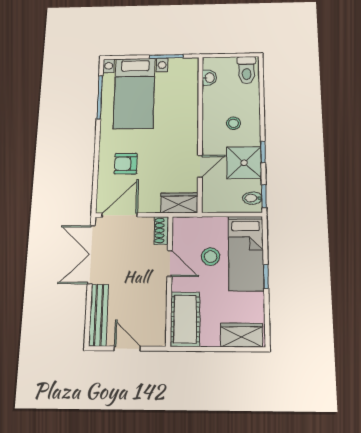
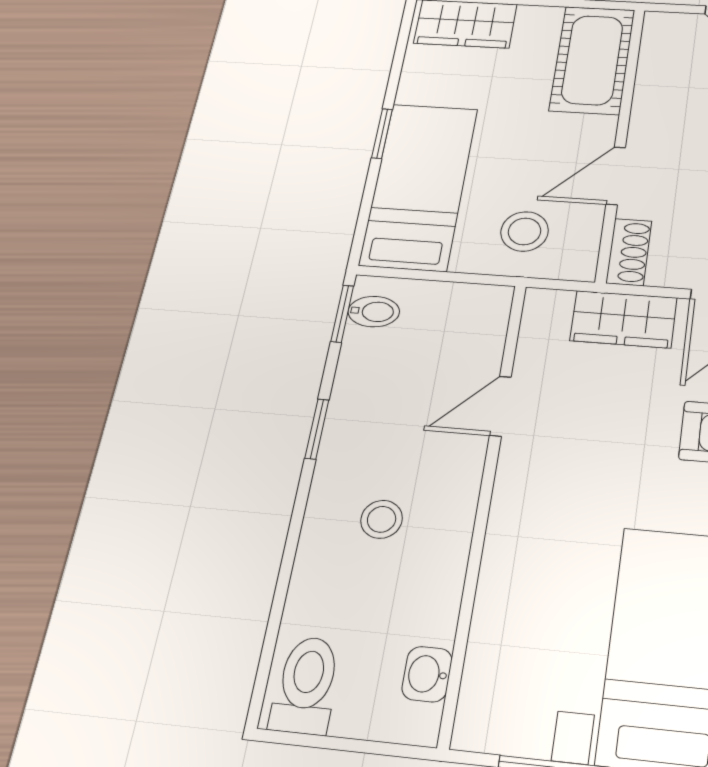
shower: (244, 163) -> (376, 404), removed
wardrobe: (179, 203) -> (623, 319), moved
stool: (211, 257) -> (524, 231), moved
door: (170, 263) -> (616, 176), hinge flipped

